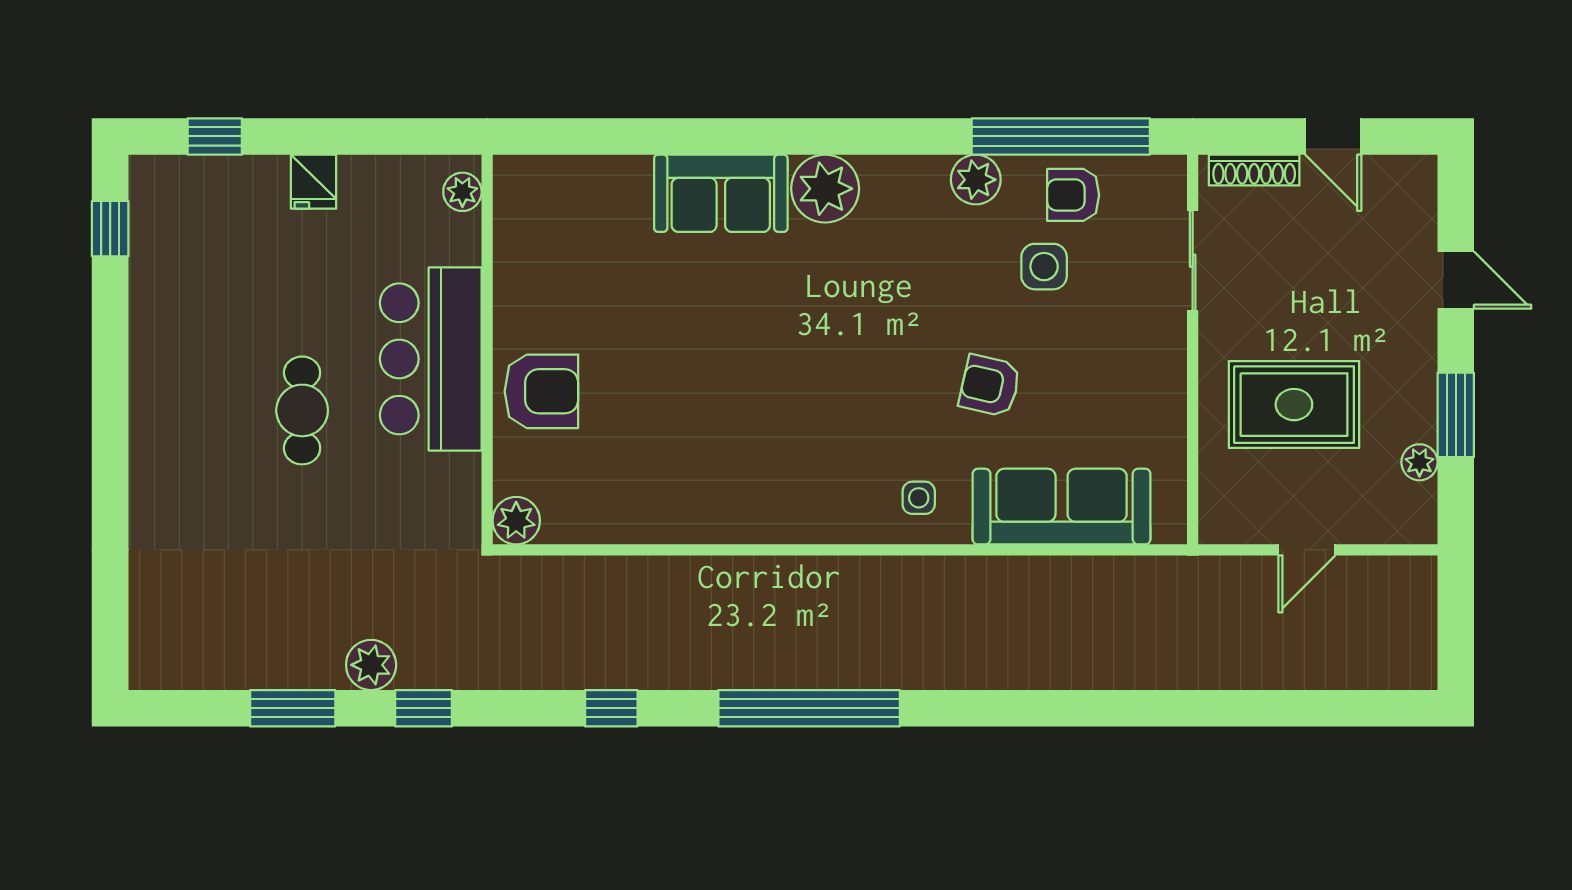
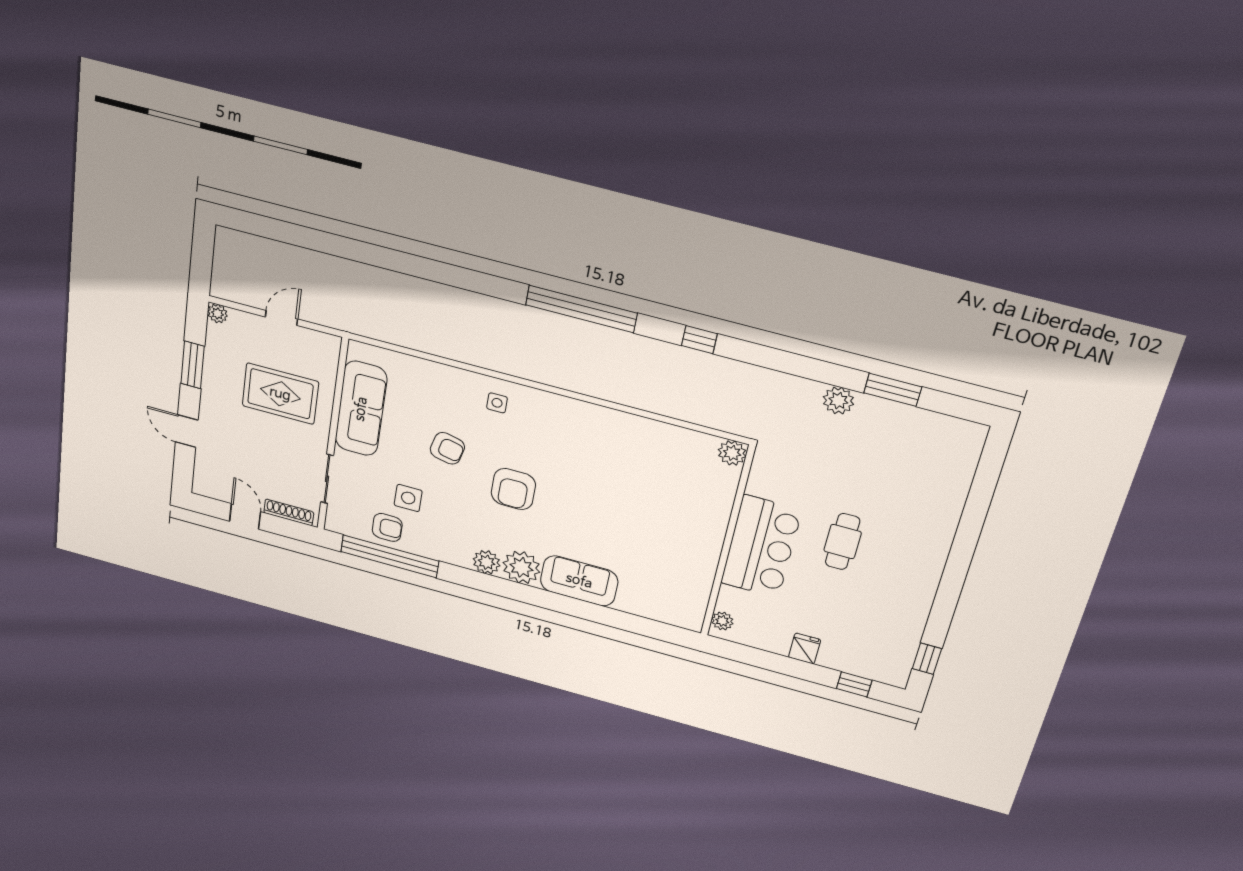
plant: (976, 180) -> (487, 562), moved
armchair: (541, 391) -> (513, 489), moved, turned -90
plant: (1419, 462) -> (217, 313), moved
sofa: (1062, 507) -> (361, 409), moved, turned -90
window: (424, 708) -> (813, 369), removed

